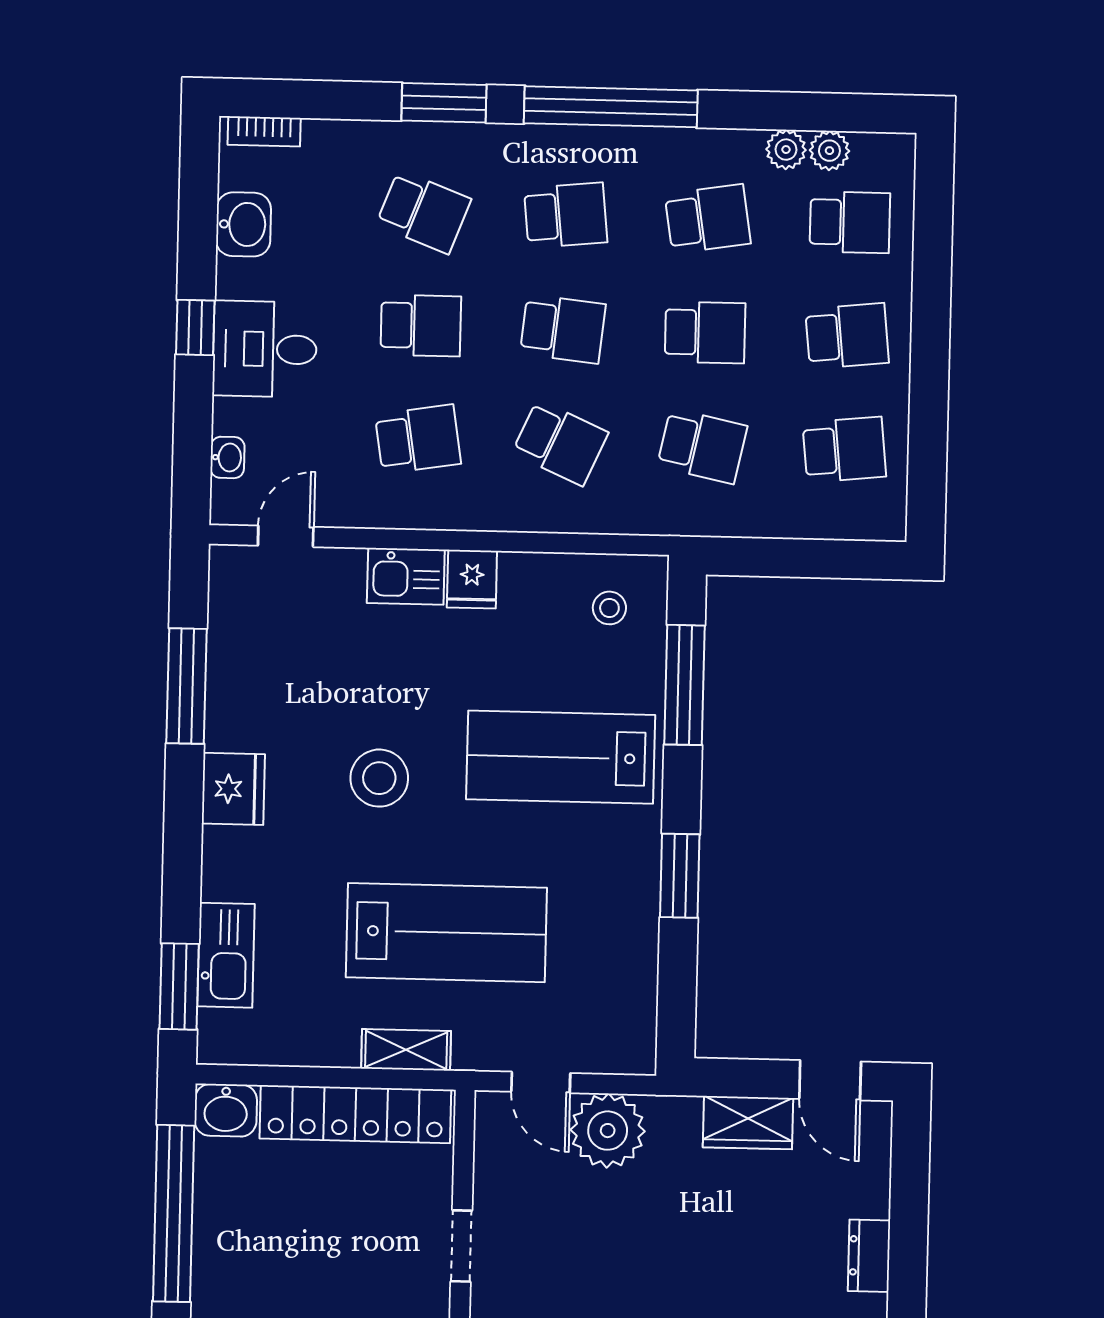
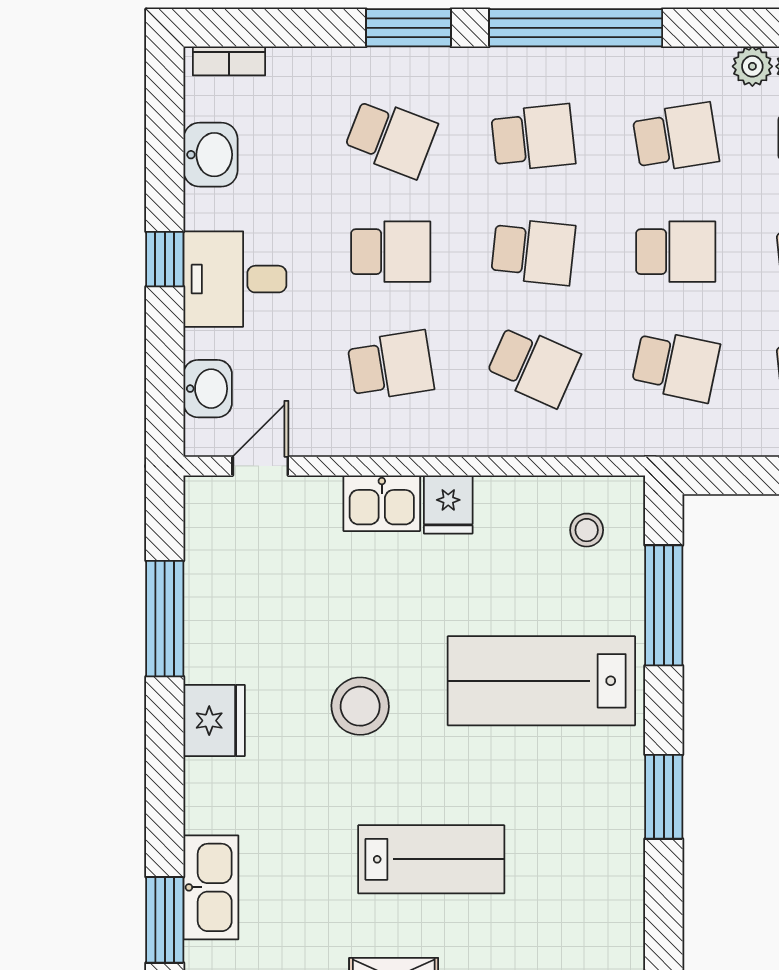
washbasin: (227, 457) -> (208, 389), width x1.38, depth x1.45
lab bench: (446, 933) -> (431, 859), width x0.73, depth x0.72

